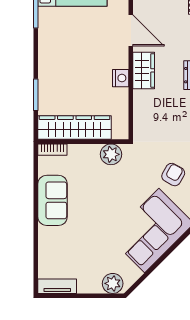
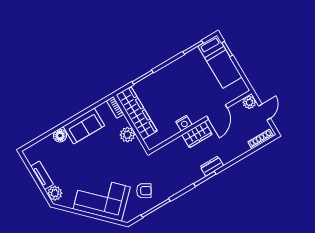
plant: (111, 154) -> (127, 135), moved
floor lamp: (47, 236) -> (60, 136), added
tv unit: (57, 286) -> (42, 175), moved

